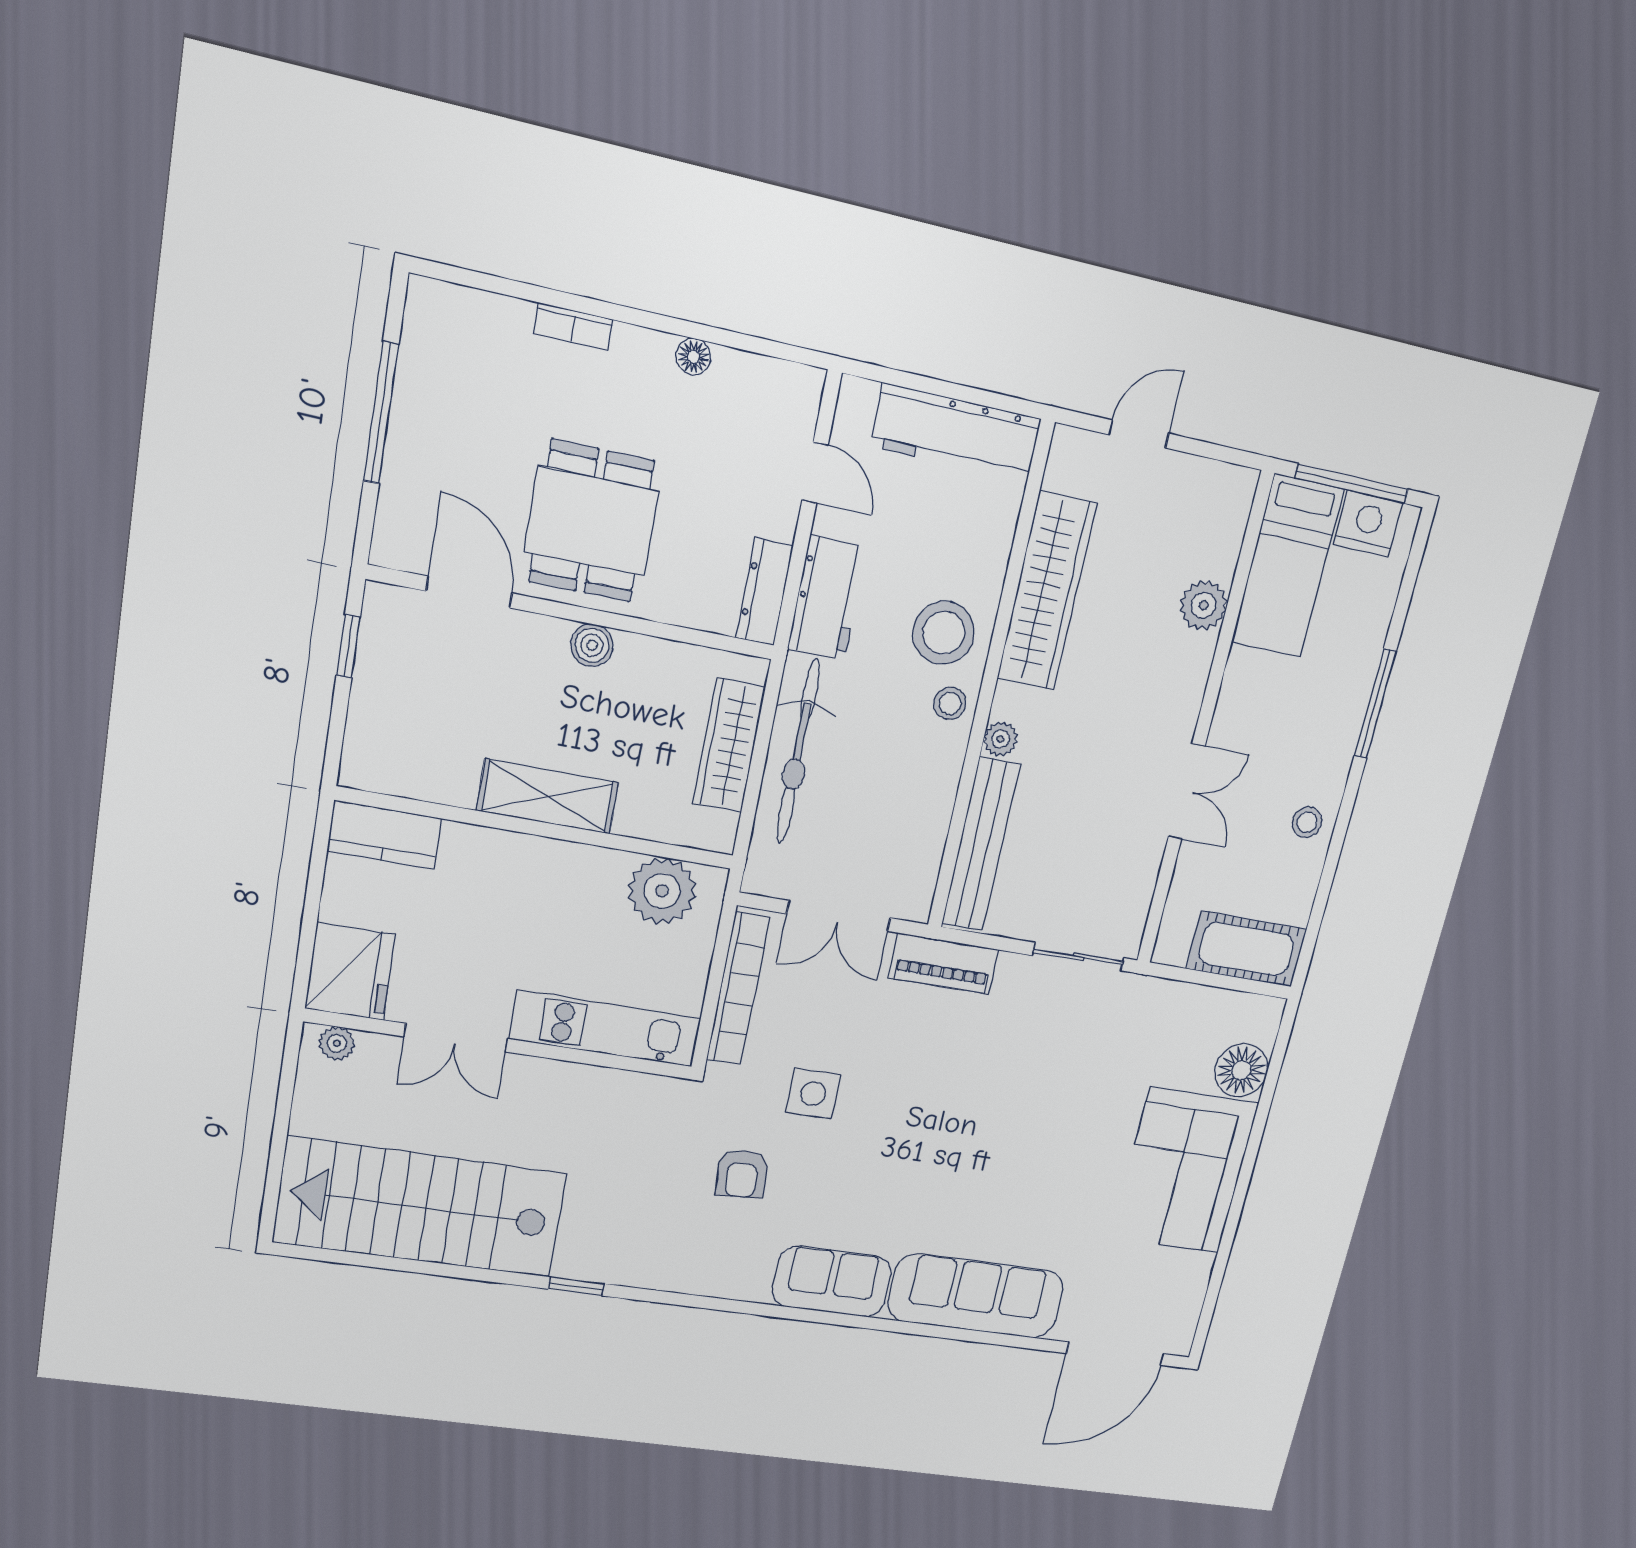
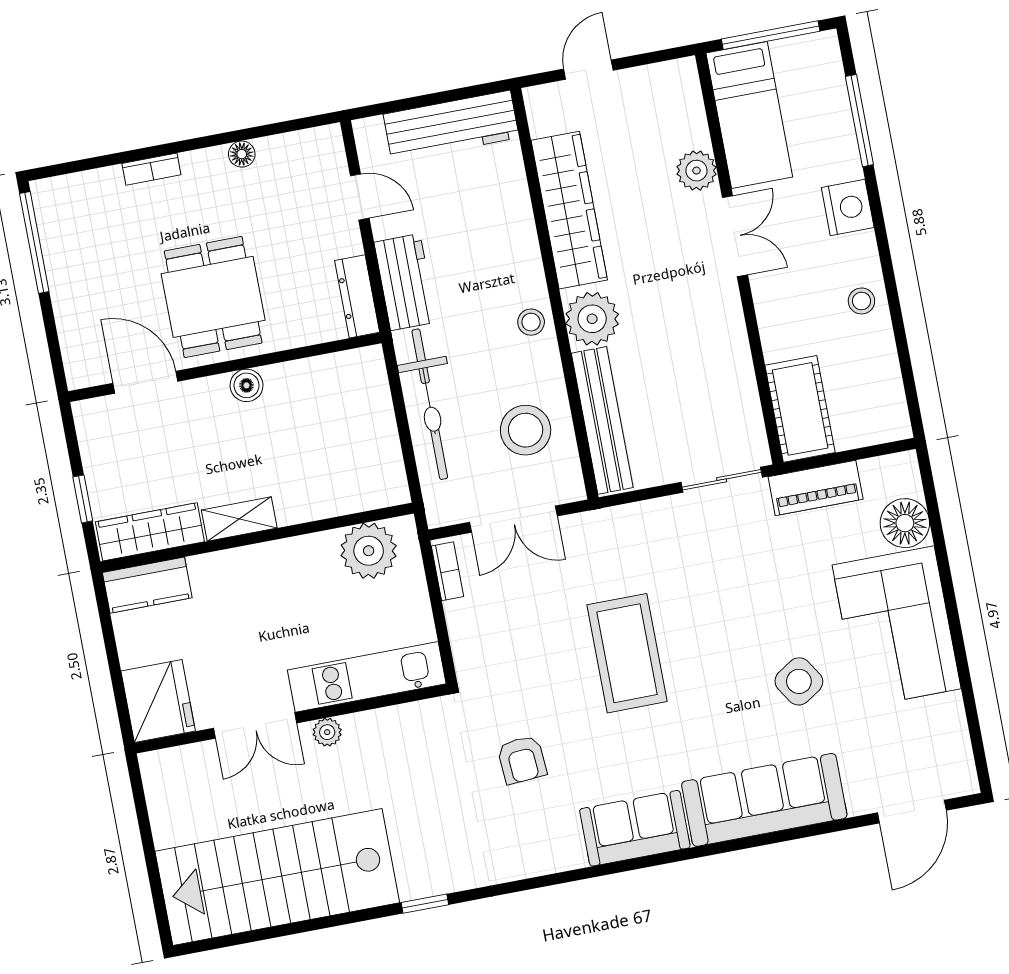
window: (381, 413) -> (34, 243), moved
nightstand: (1368, 524) -> (848, 207), moved, turned 90
stool: (944, 633) -> (526, 430), moved
window: (348, 646) -> (83, 499), moved
window: (1375, 704) -> (859, 121), moved
plant: (1000, 739) -> (592, 319), width x1.88, depth x1.88
wardrobe: (729, 745) -> (150, 532), moved, turned 90
double door: (1187, 792) -> (735, 236), moved
shelving: (548, 796) -> (239, 519), width x0.67, depth x0.75
cot: (1246, 949) -> (800, 409), moved, turned 90
piano: (944, 964) -> (816, 488), moved
bookcase: (738, 989) -> (448, 571), width x0.43, depth x0.76
plant: (337, 1043) -> (327, 732), moved
side table: (813, 1093) -> (799, 681), moved, turned -33
coffee table: (900, 1102) -> (627, 653), added
door: (1115, 1354) -> (912, 812), width x0.73

